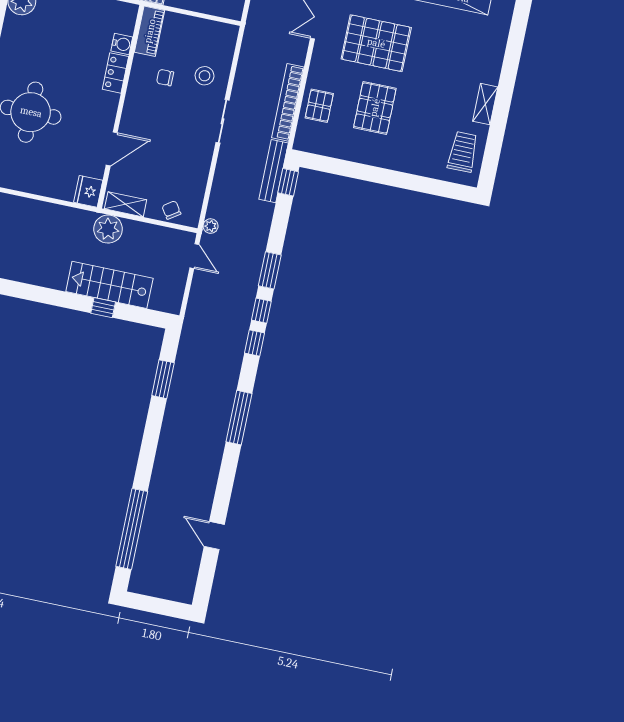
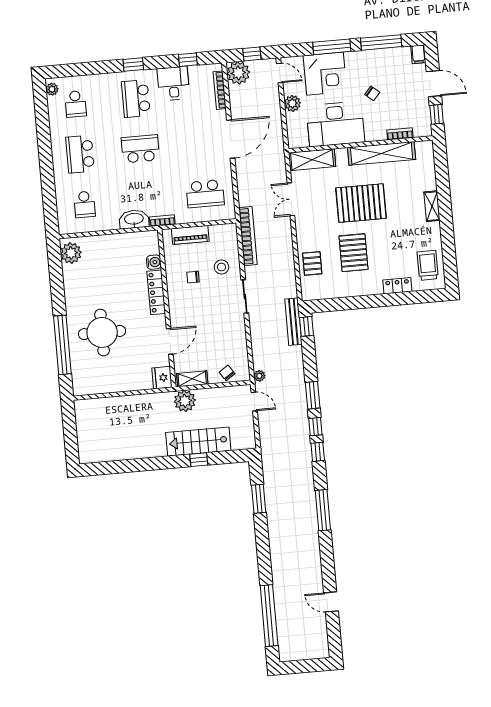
piano: (150, 31) -> (190, 235), moved, turned 90
pallet: (376, 43) -> (361, 203), moved
locker: (115, 73) -> (156, 292), width x1.53
bookcase: (288, 102) -> (248, 236), moved, turned 180
shelving: (485, 104) -> (432, 206), moved
locker: (417, 166) -> (397, 286), added

